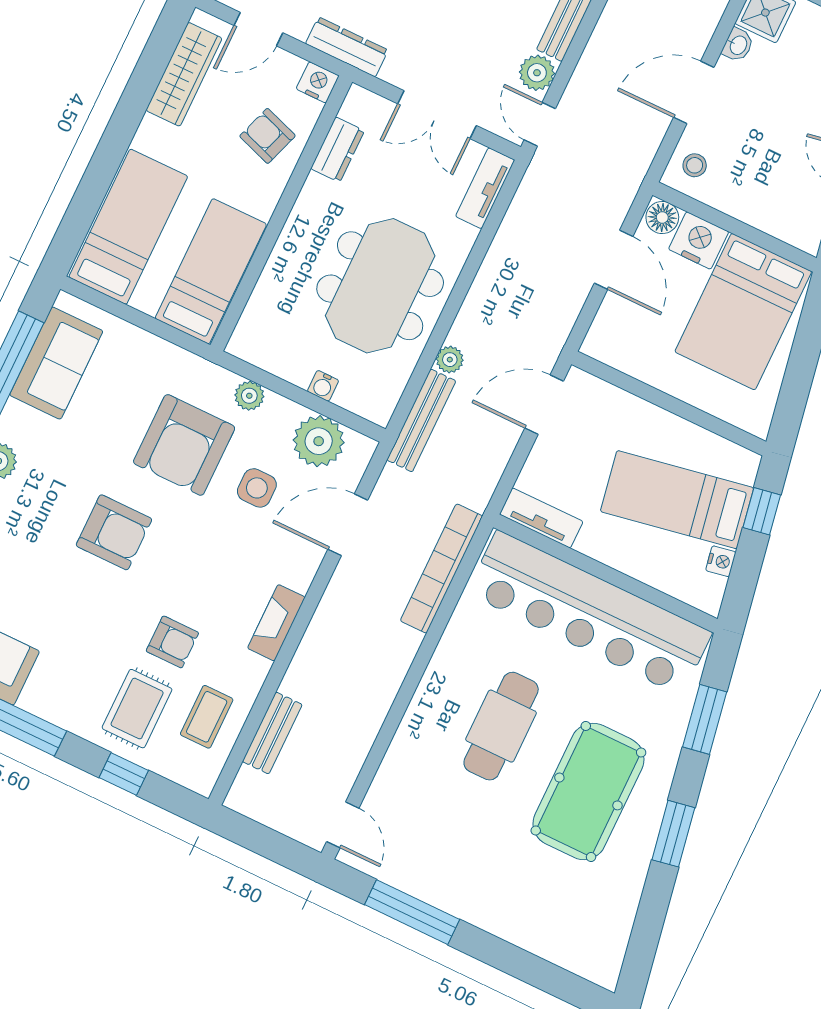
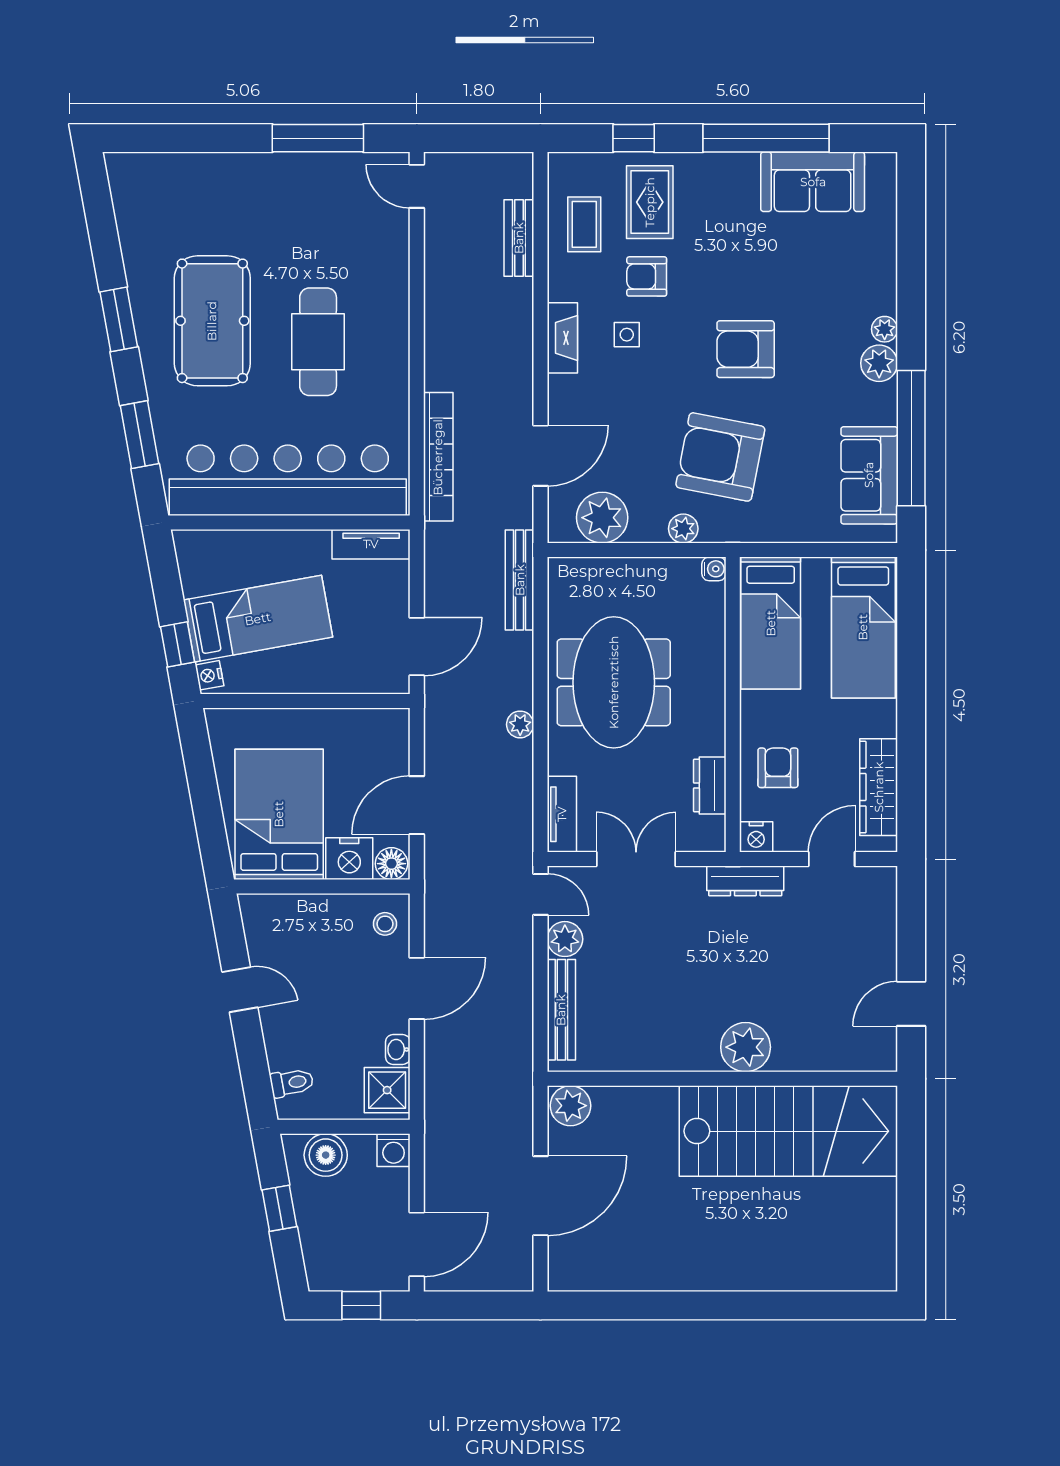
armchair: (268, 136) -> (778, 768), turned -109
door: (614, 260) -> (417, 805), hinge flipped
plant: (450, 360) -> (520, 724), moved
water cooler: (323, 386) -> (714, 569), moved, turned 90
armchair: (184, 445) -> (720, 457), turned -79
side table: (257, 488) -> (627, 335), moved, width x0.73, depth x0.73
nightstand: (721, 561) -> (209, 675), moved

